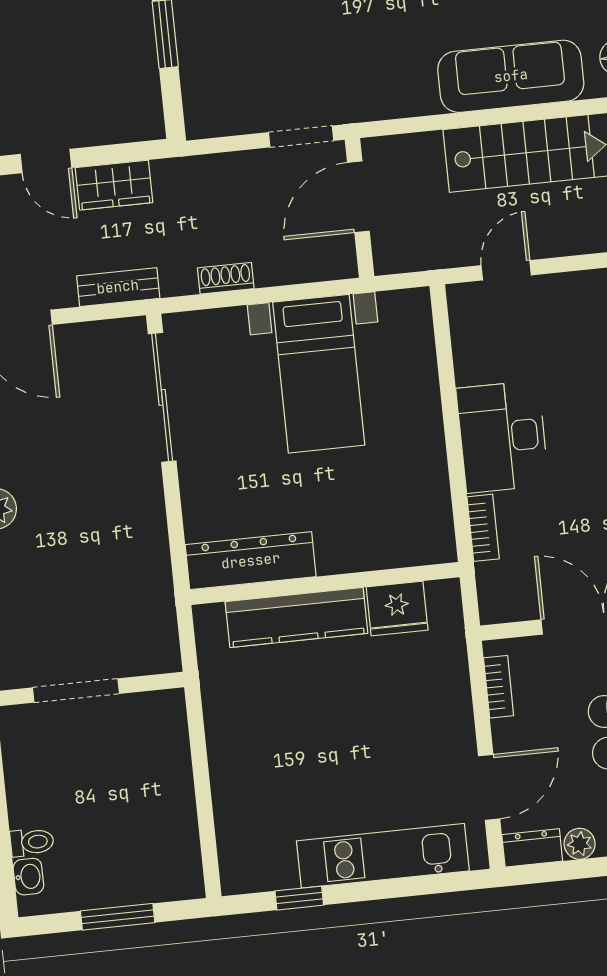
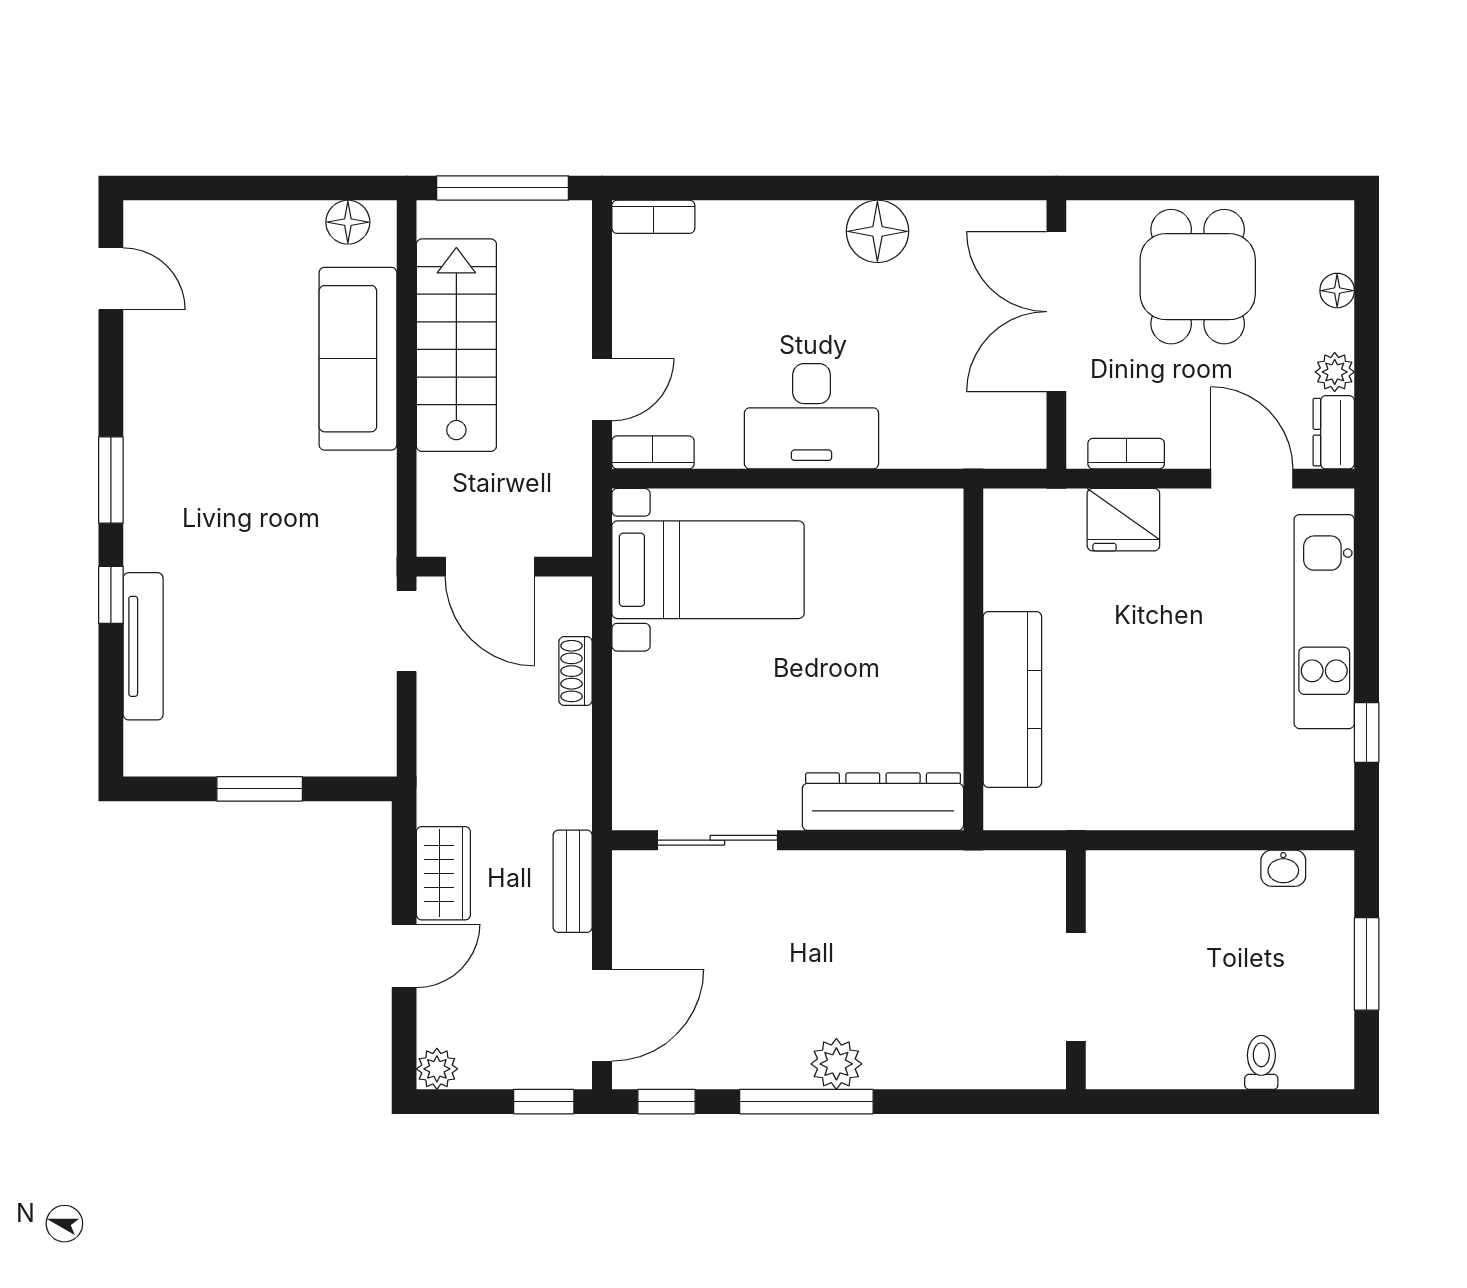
door: (506, 270) -> (602, 390), swing flipped
shoe rack: (226, 278) -> (576, 671), moved
bed with nightstands: (319, 374) -> (708, 570), moved
sliding door: (162, 397) -> (717, 840), width x0.73
bookcase: (483, 528) -> (653, 452), moved
dresser: (251, 561) -> (883, 802), moved, turned 90
fridge: (397, 608) -> (1123, 520), moved, turned 90
washbasin: (28, 877) -> (1283, 868), moved, turned 180

